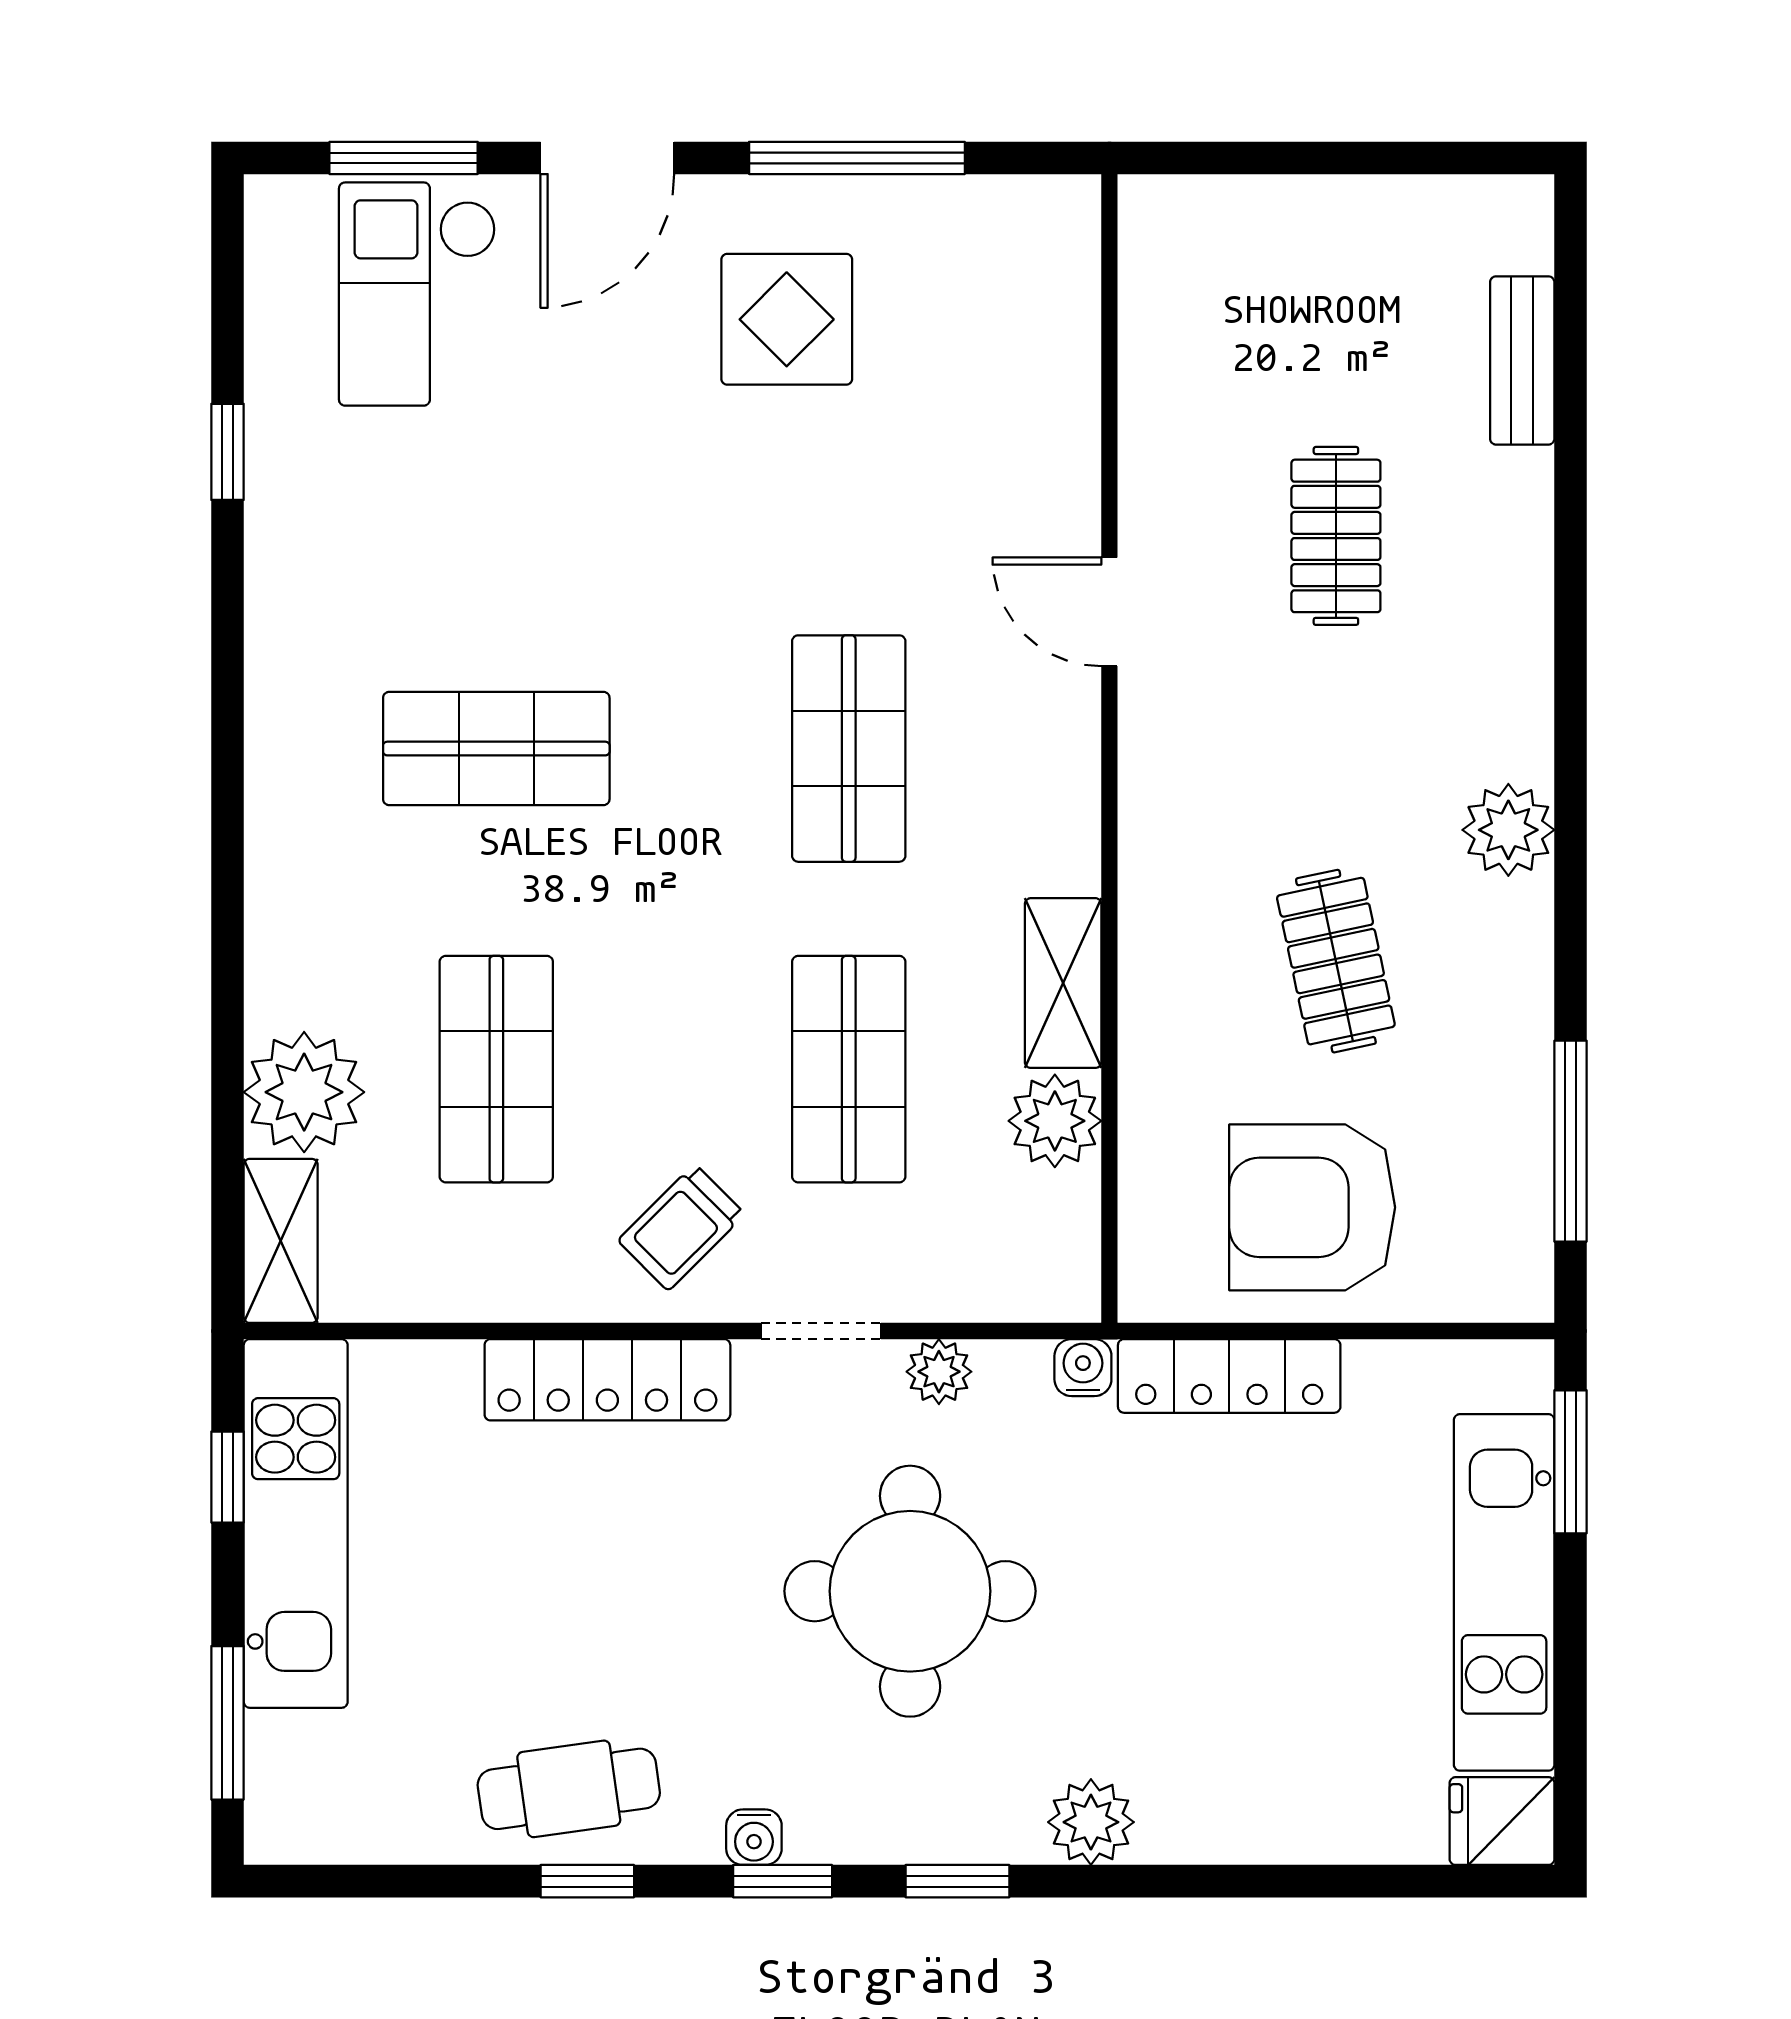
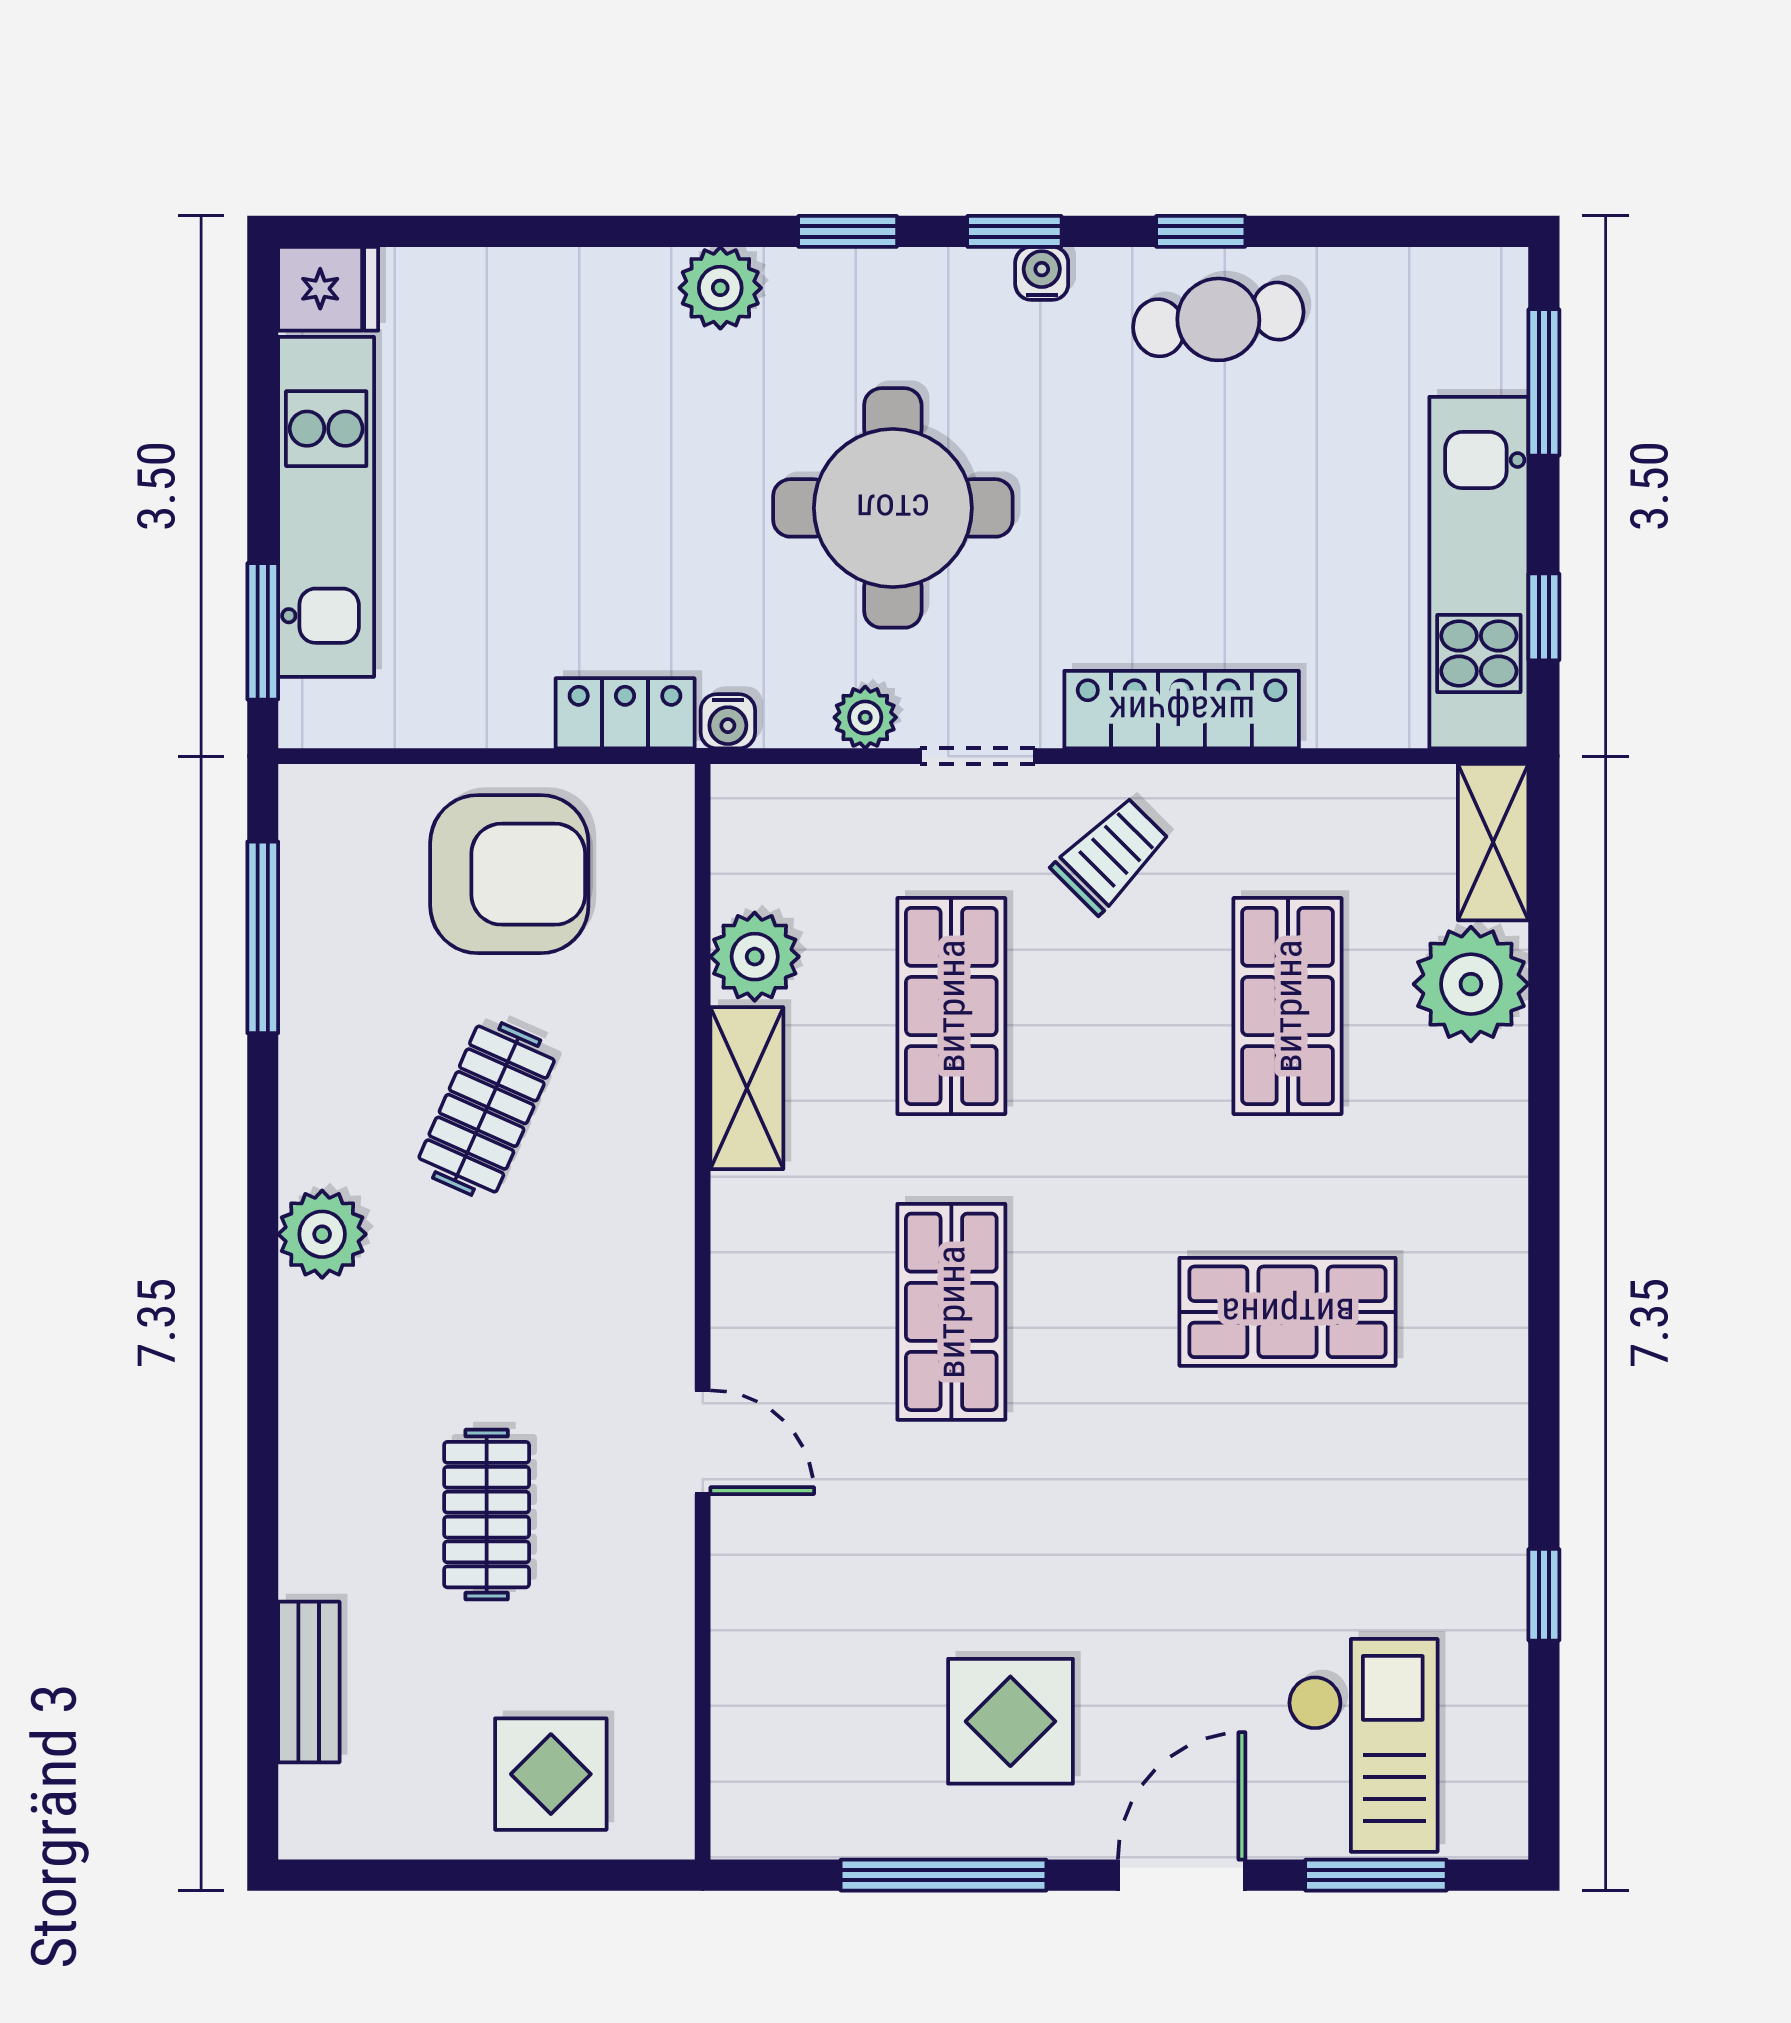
display table: (1269, 264) -> (551, 1774), added
clothes rail: (1336, 961) -> (487, 1109), turned 36
locker: (1229, 1376) -> (625, 713), width x0.66

